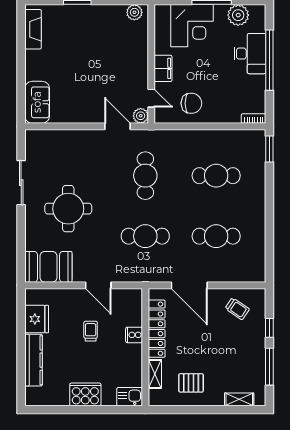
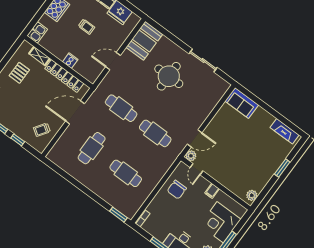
filing cabinet: (163, 68) -> (212, 191), width x0.50
door: (151, 98) -> (196, 169), hinge flipped
cafe table: (216, 176) -> (126, 173), turned 90
cafe table: (145, 236) -> (121, 108), turned 90
trolley: (91, 331) -> (87, 27), moved

